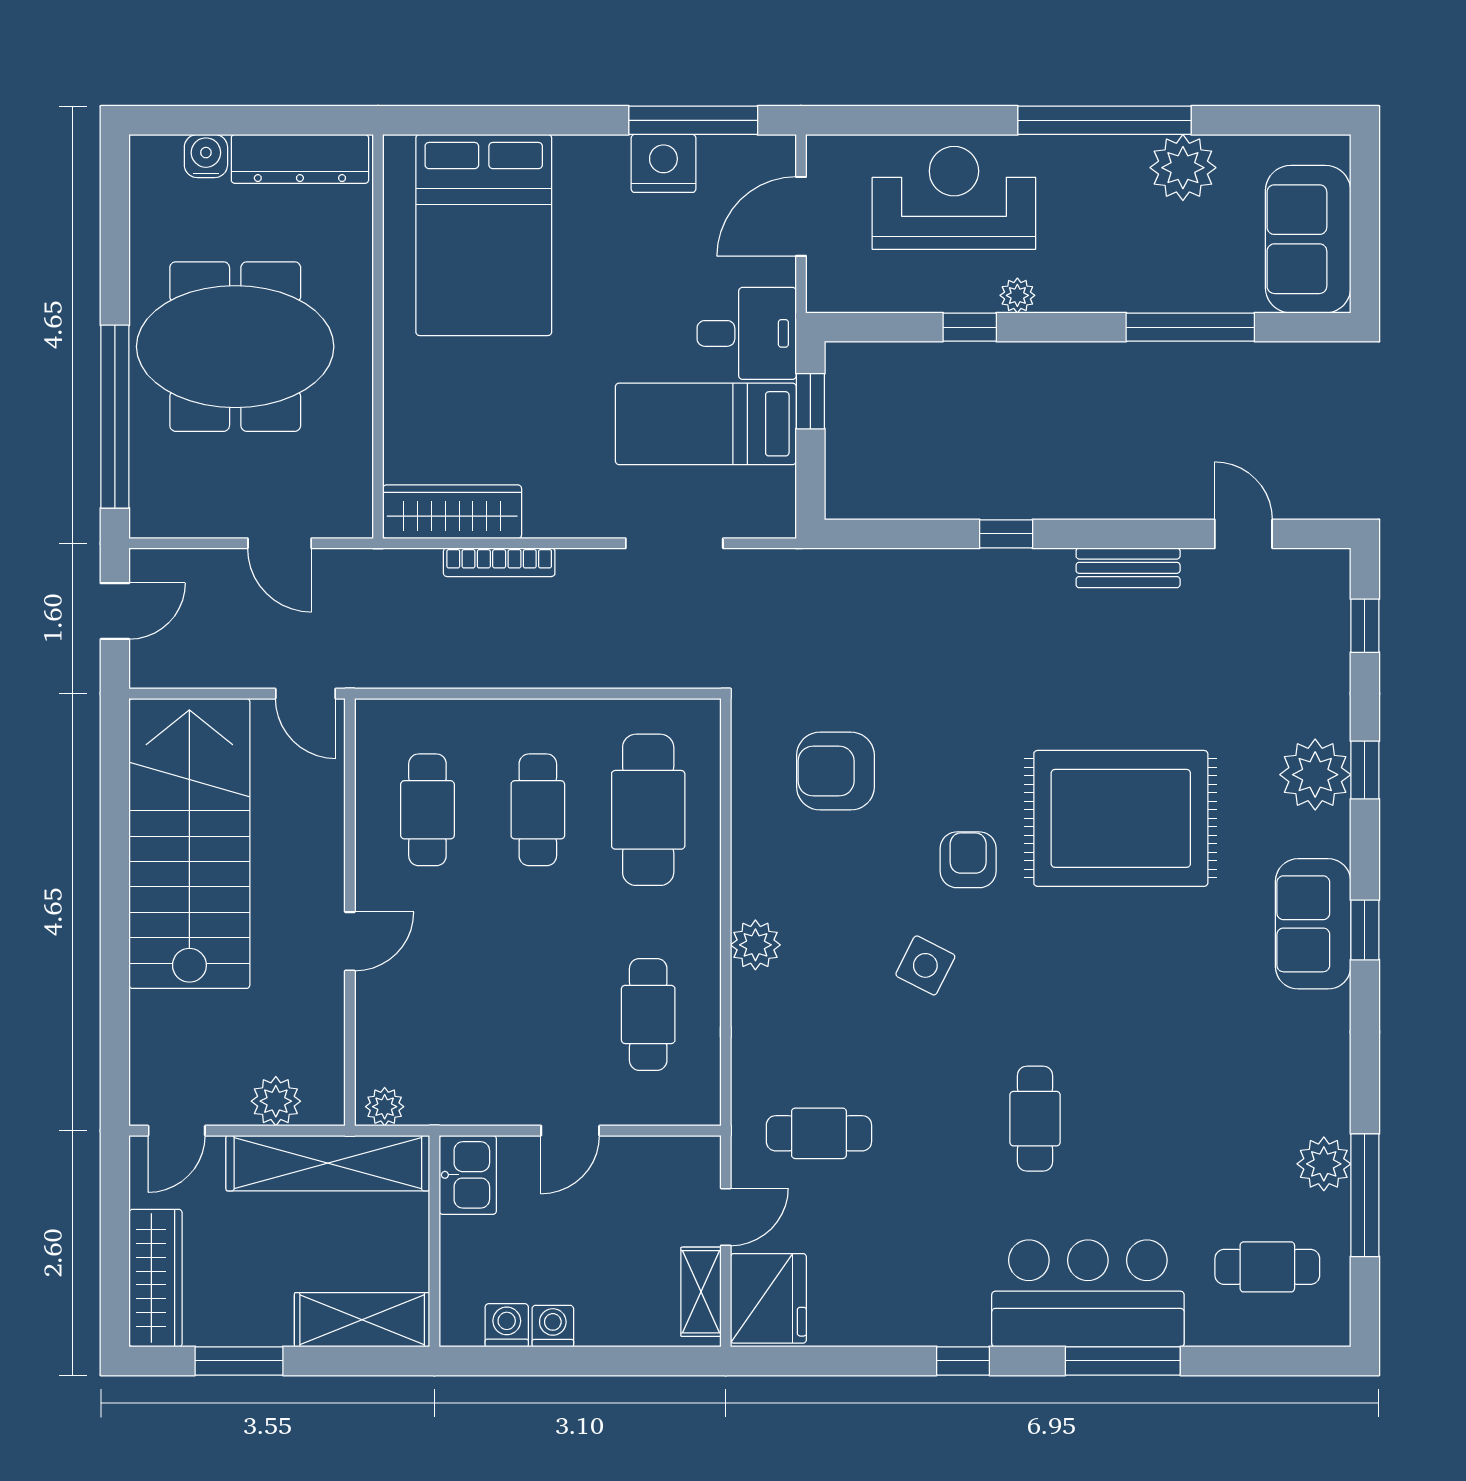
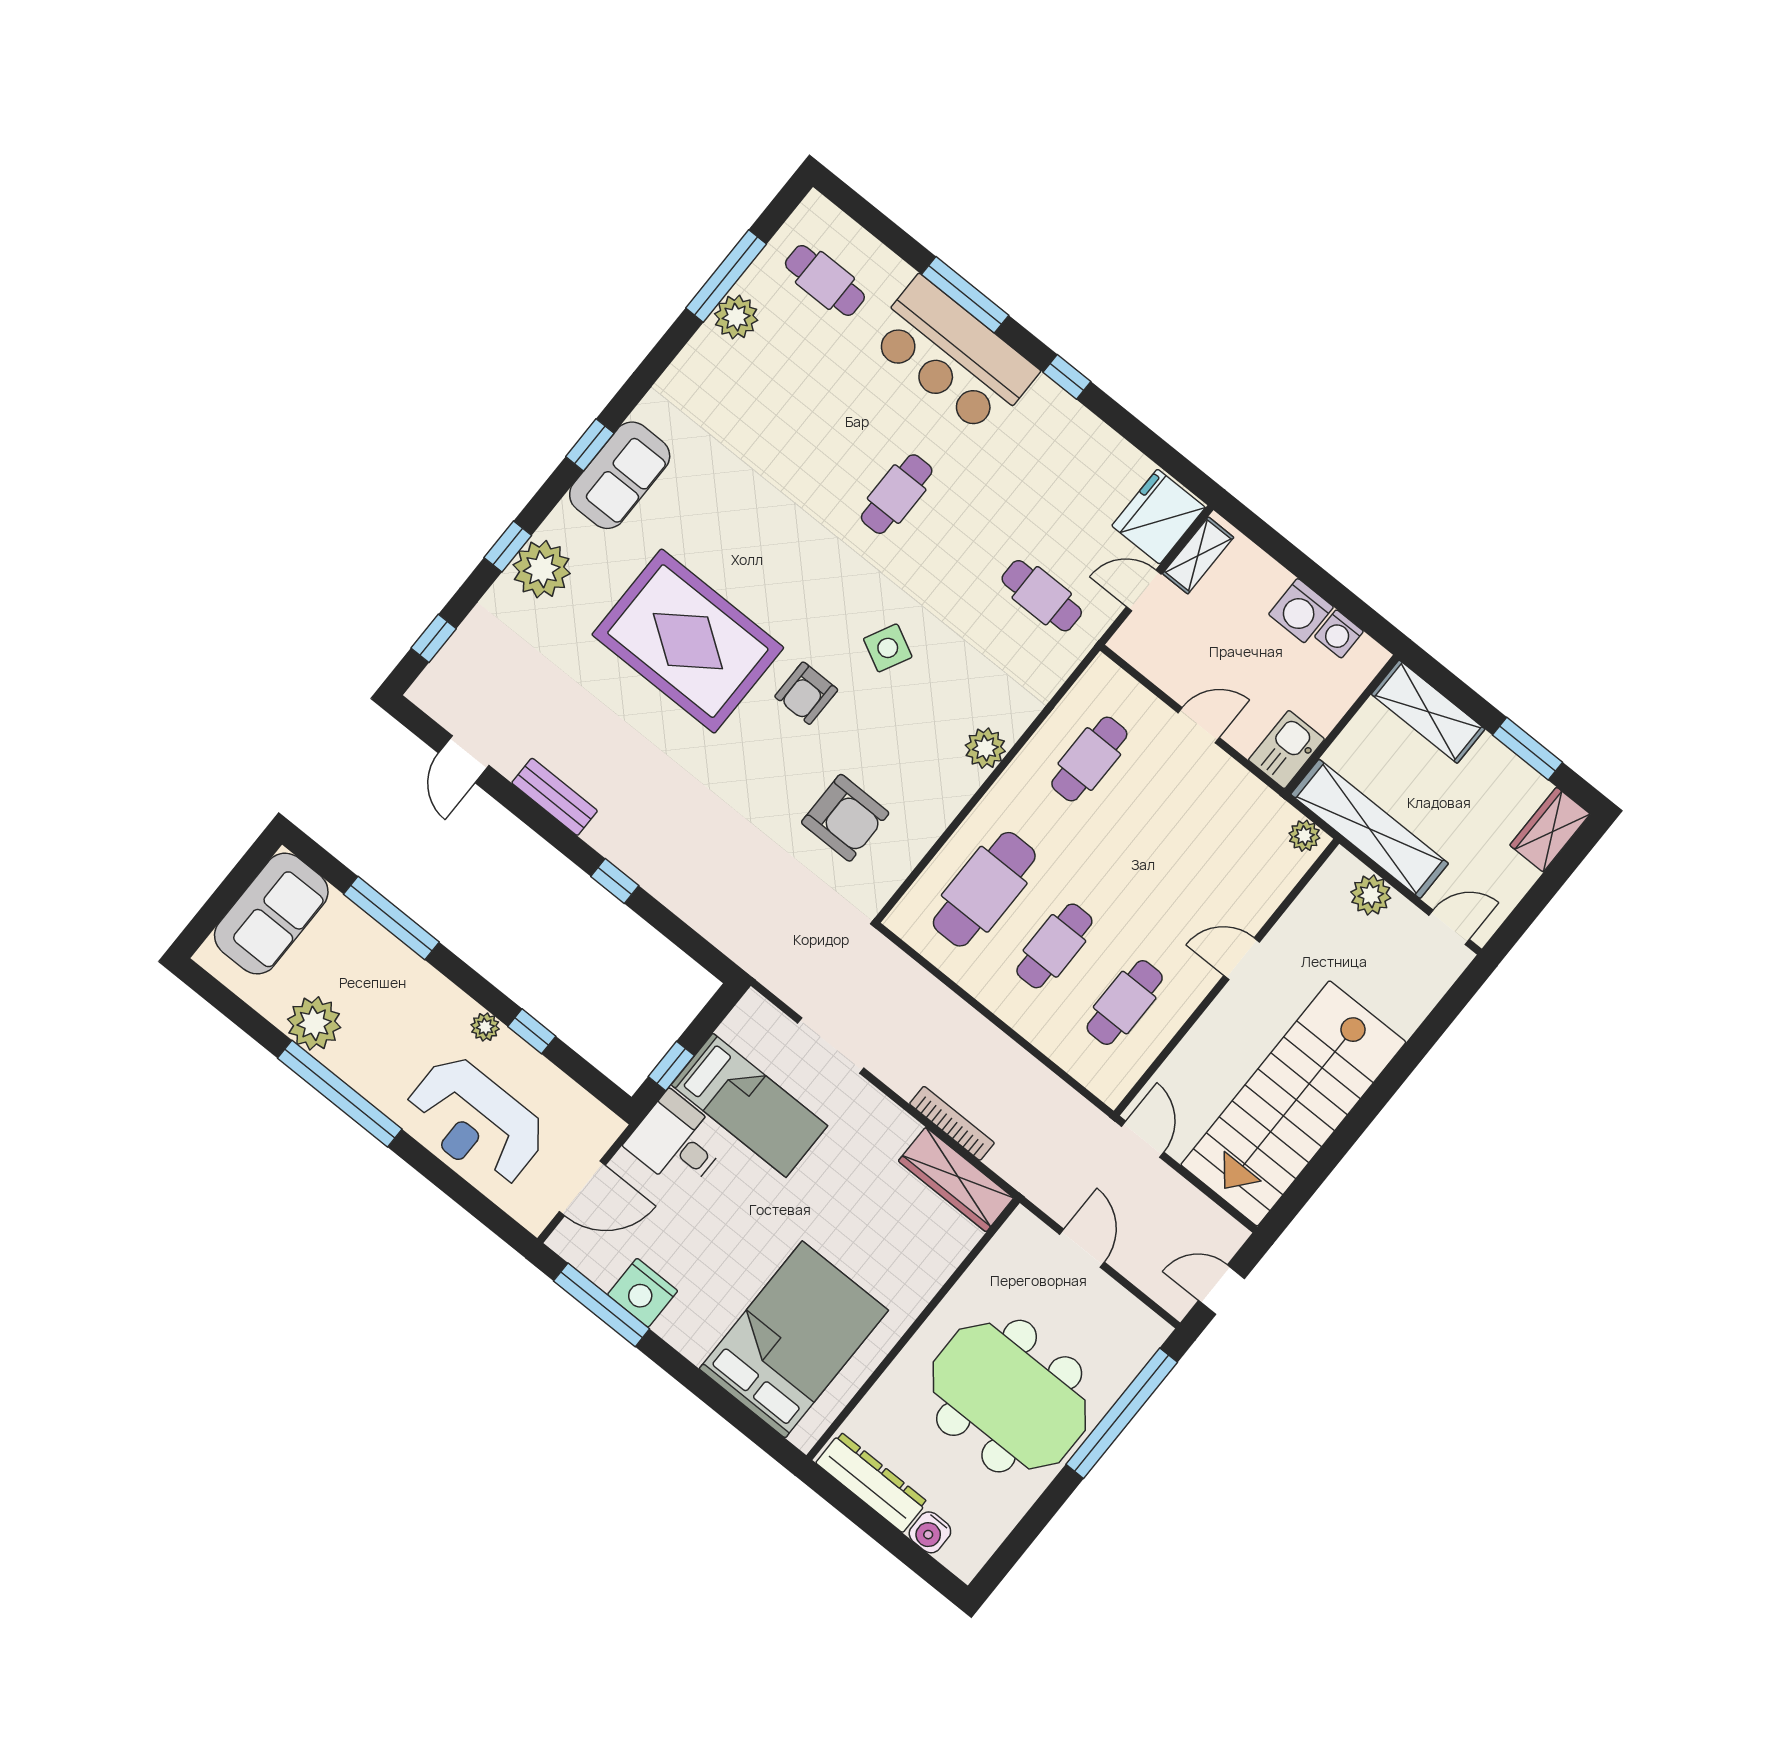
wardrobe: (156, 1278) -> (1550, 830), width x0.67
washing machine: (553, 1326) -> (1301, 611), width x1.38, depth x1.38

